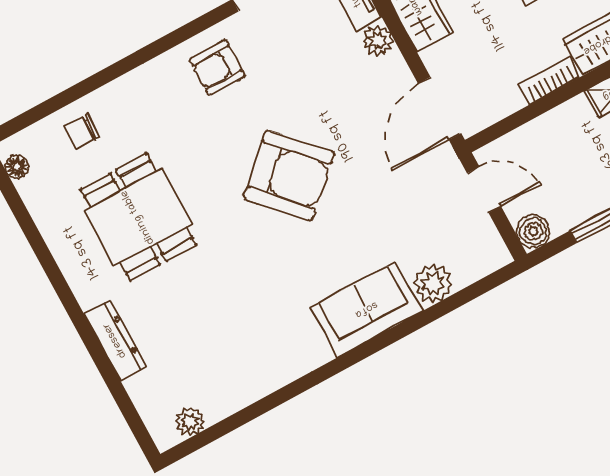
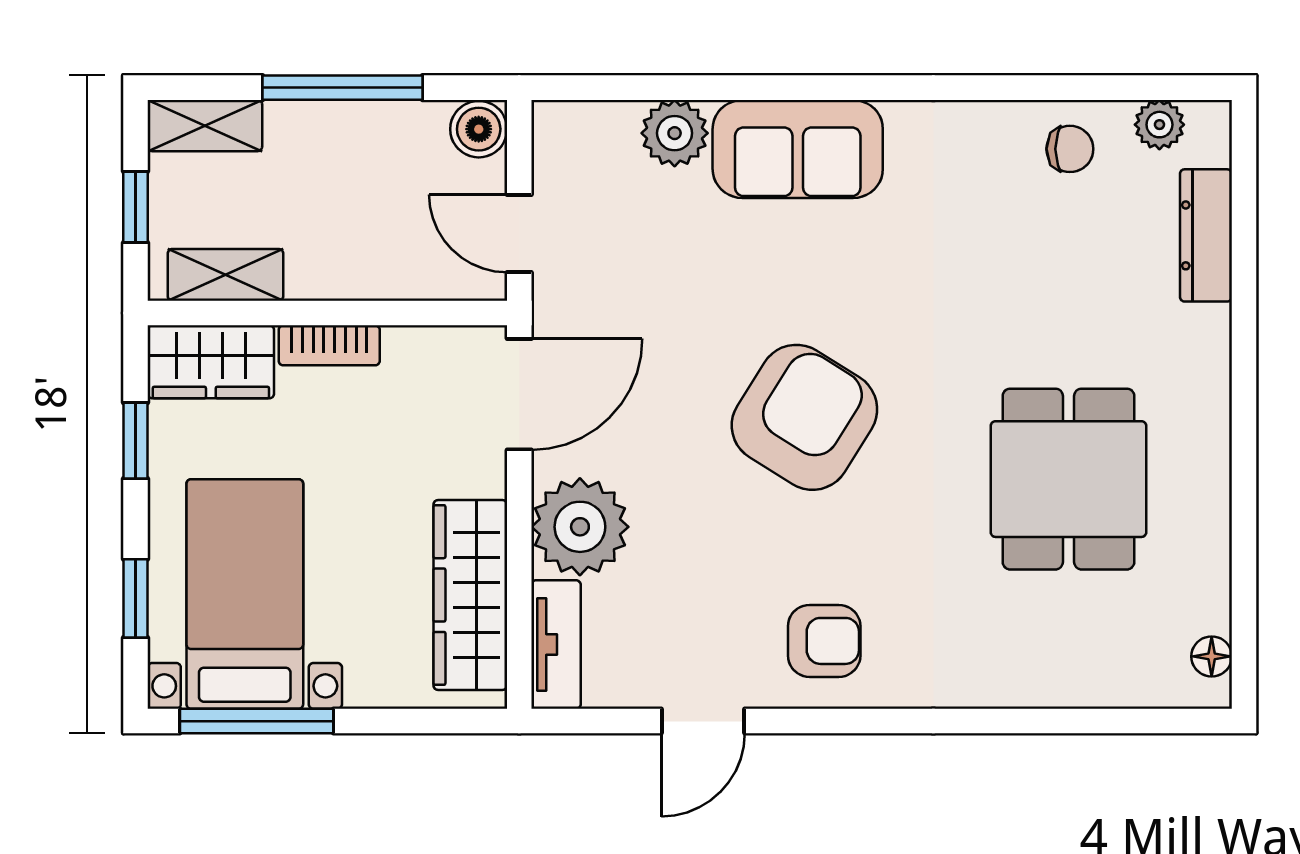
plant: (378, 40) -> (580, 527), width x1.88, depth x1.88
chair: (82, 132) -> (1070, 149), moved
armchair: (289, 175) -> (804, 417), turned 75
dresser: (115, 340) -> (1206, 235), moved

